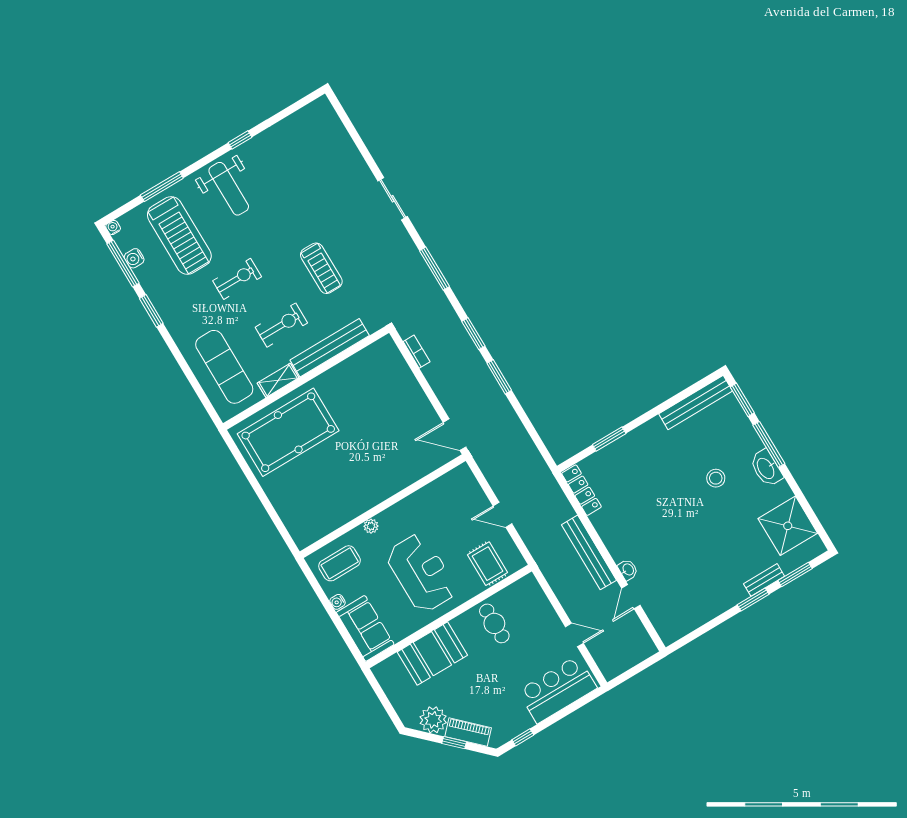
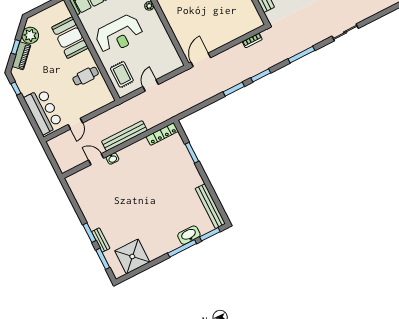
washbasin: (766, 468) -> (189, 235), moved
stool: (716, 478) -> (164, 215), removed
rug: (488, 564) -> (122, 74), turned 90

